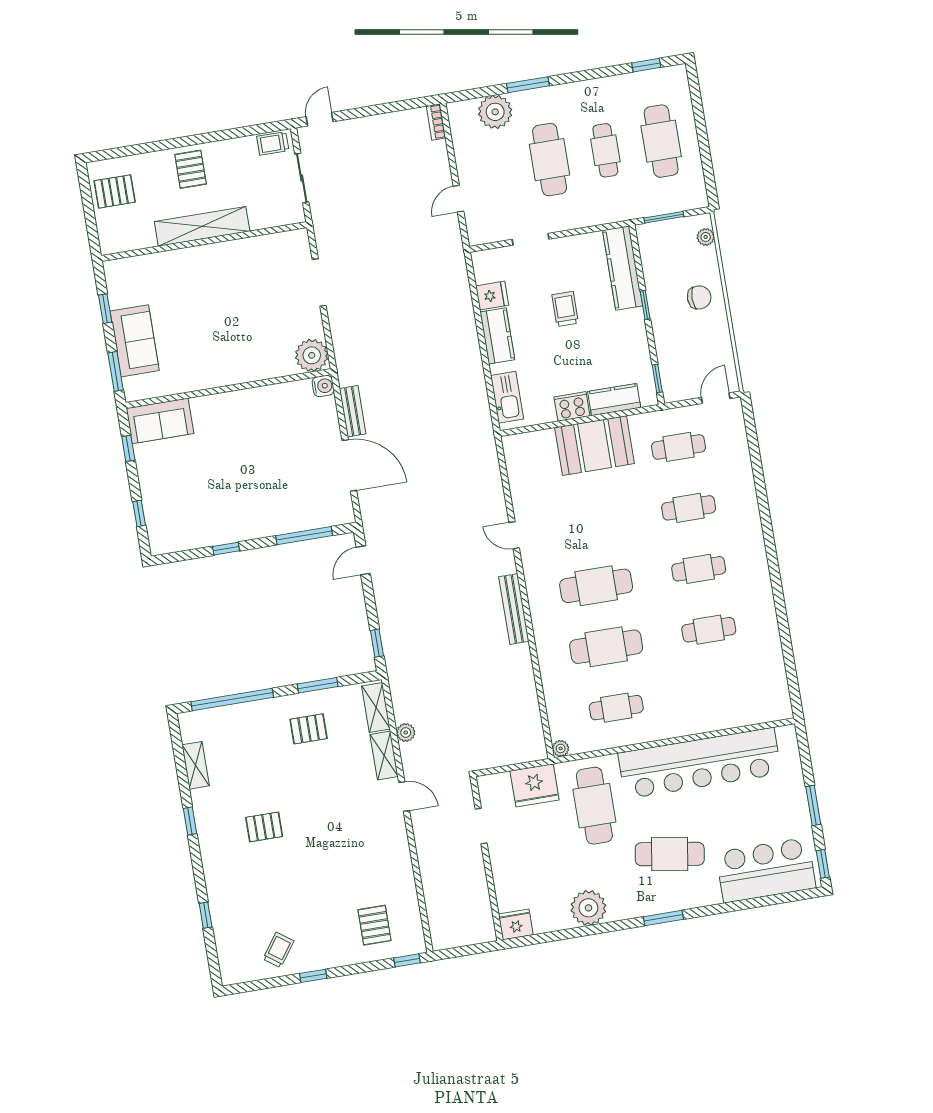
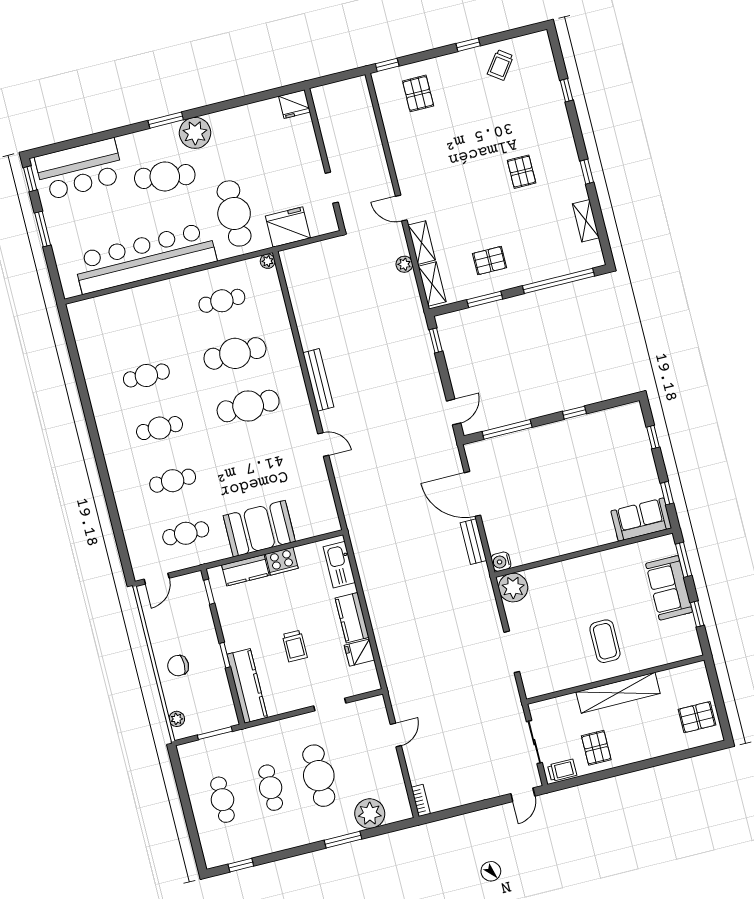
cafe table: (661, 141) -> (222, 800), width x0.73, depth x0.74
pallet: (191, 169) -> (596, 748), moved
coffee table: (212, 286) -> (605, 641), added
pallet: (264, 827) -> (522, 172), turned 90
plant: (588, 908) -> (195, 133), moved

